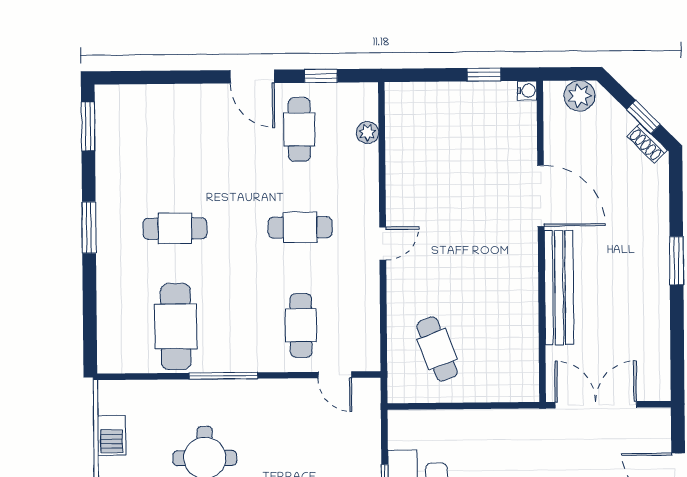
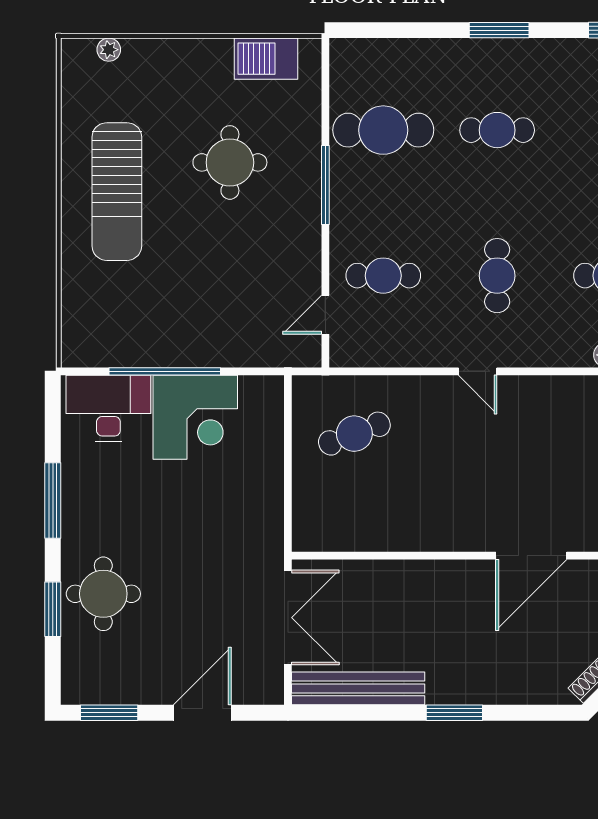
cafe table: (175, 228) -> (497, 130), turned 90
bench: (559, 288) -> (358, 688), moved
barbecue: (112, 435) -> (266, 59), width x1.38, depth x1.27

